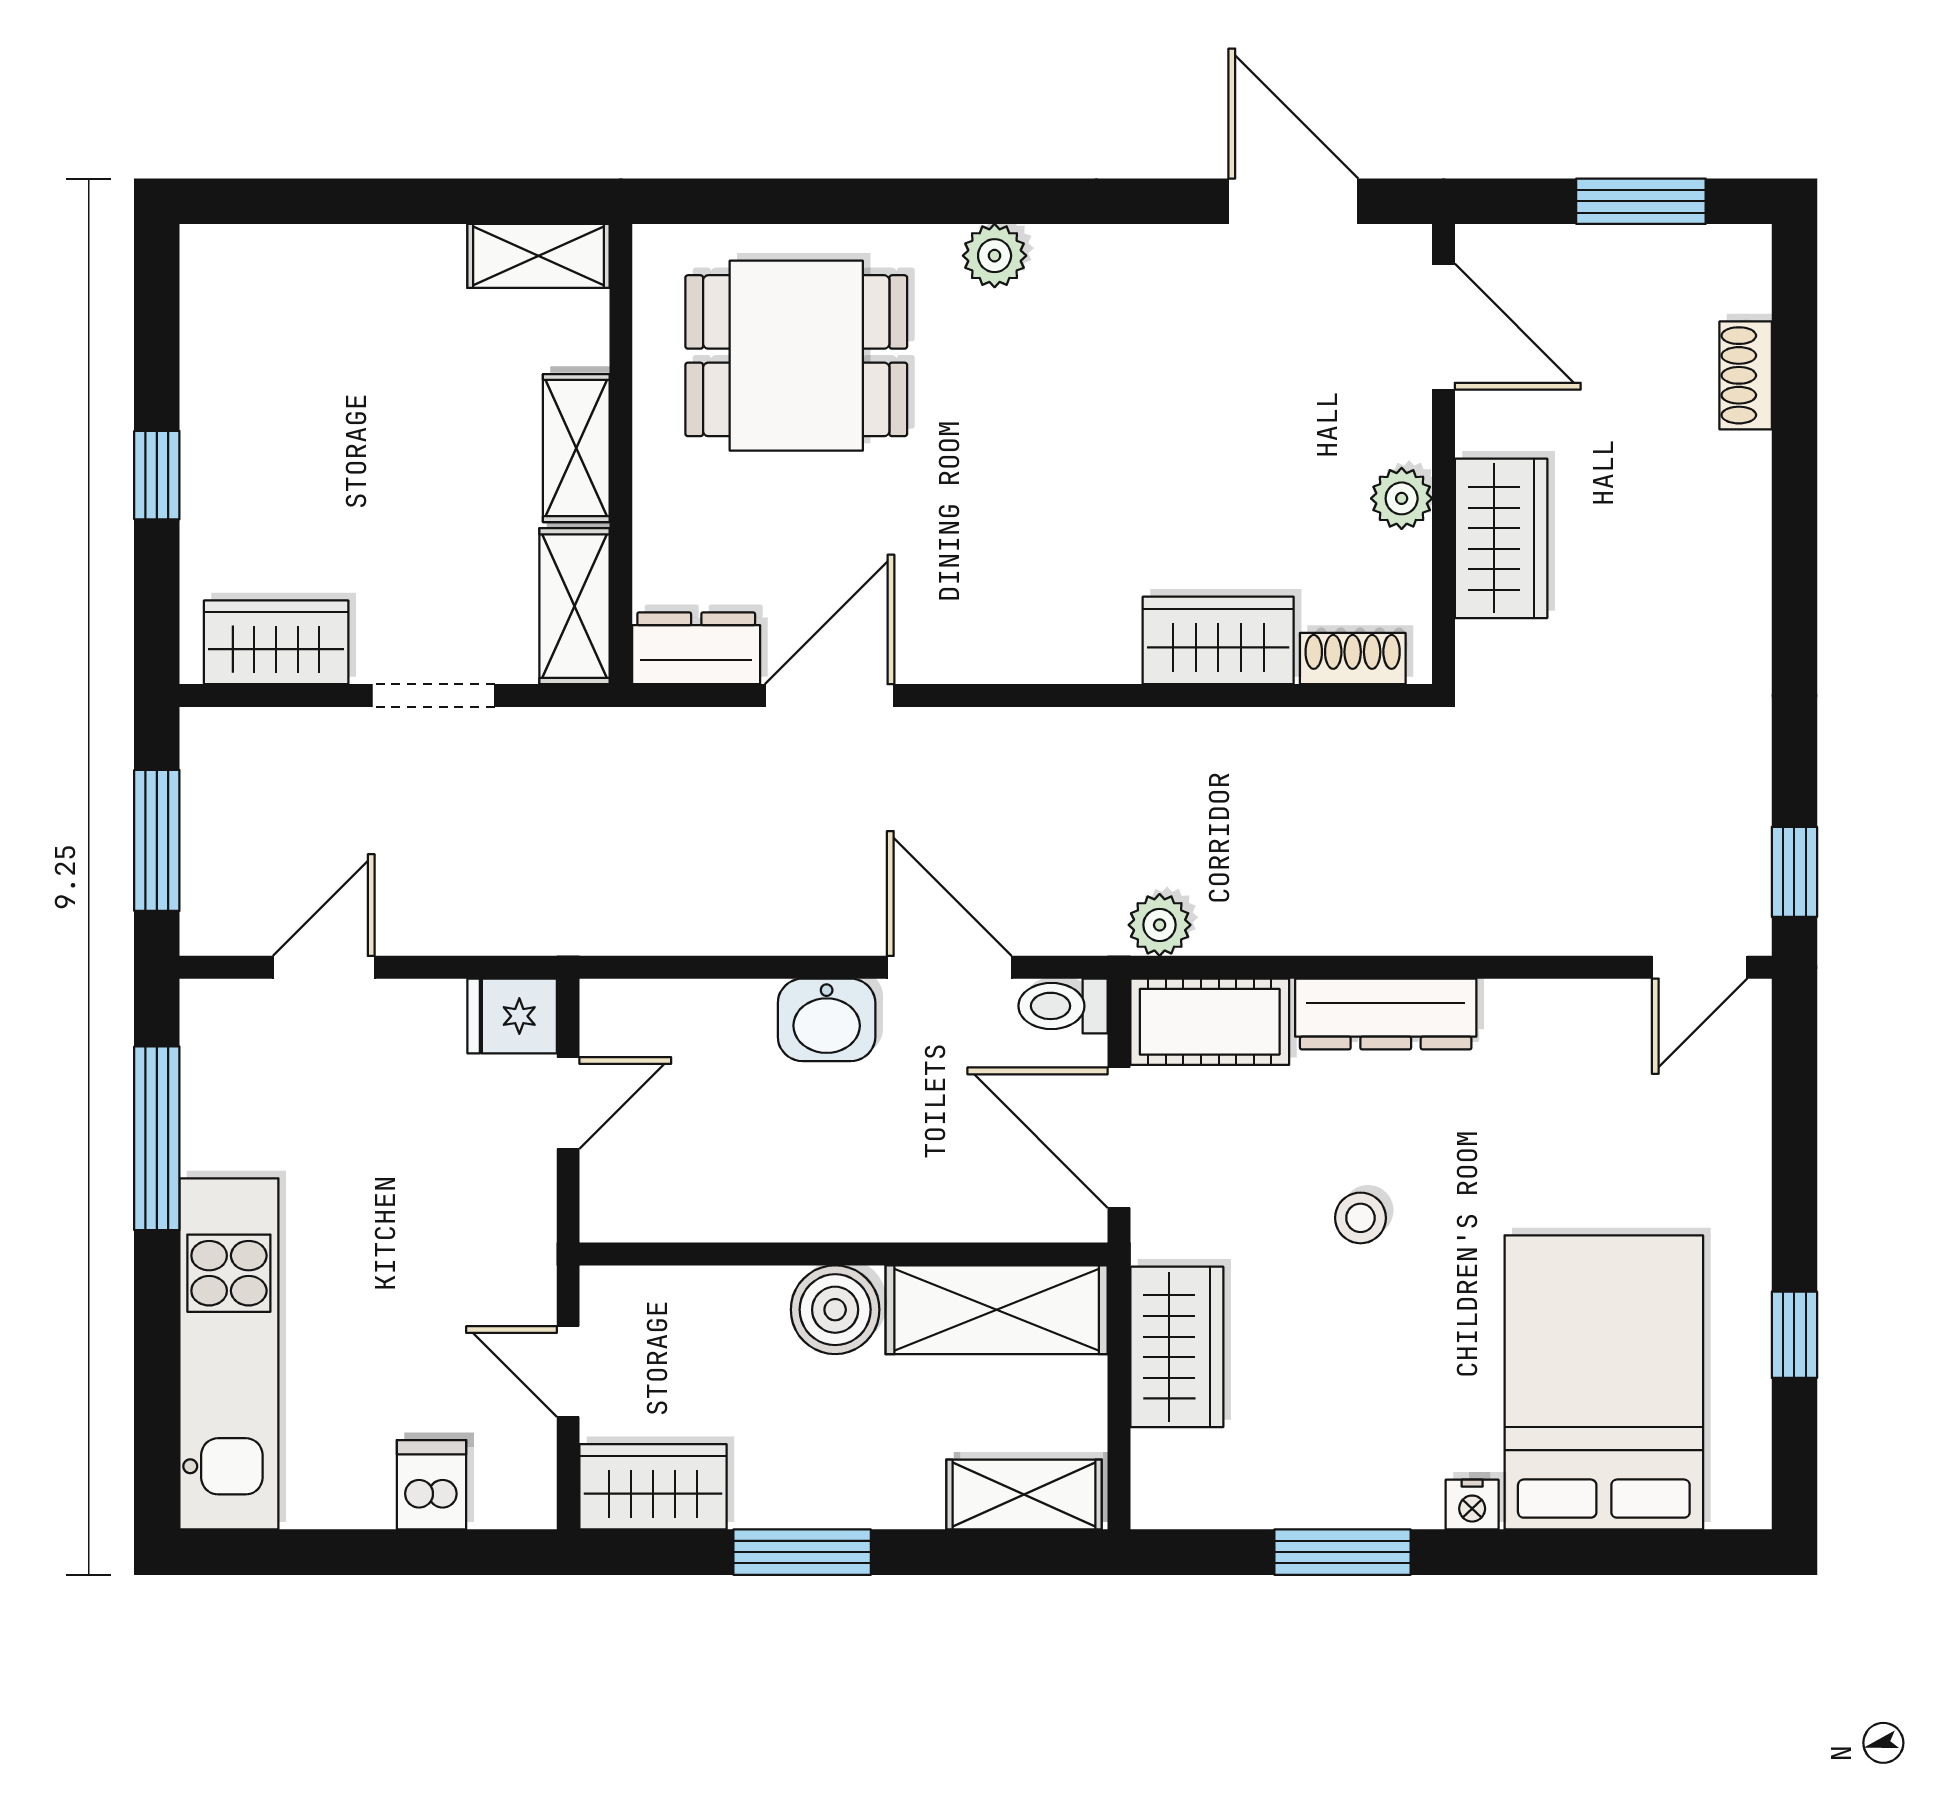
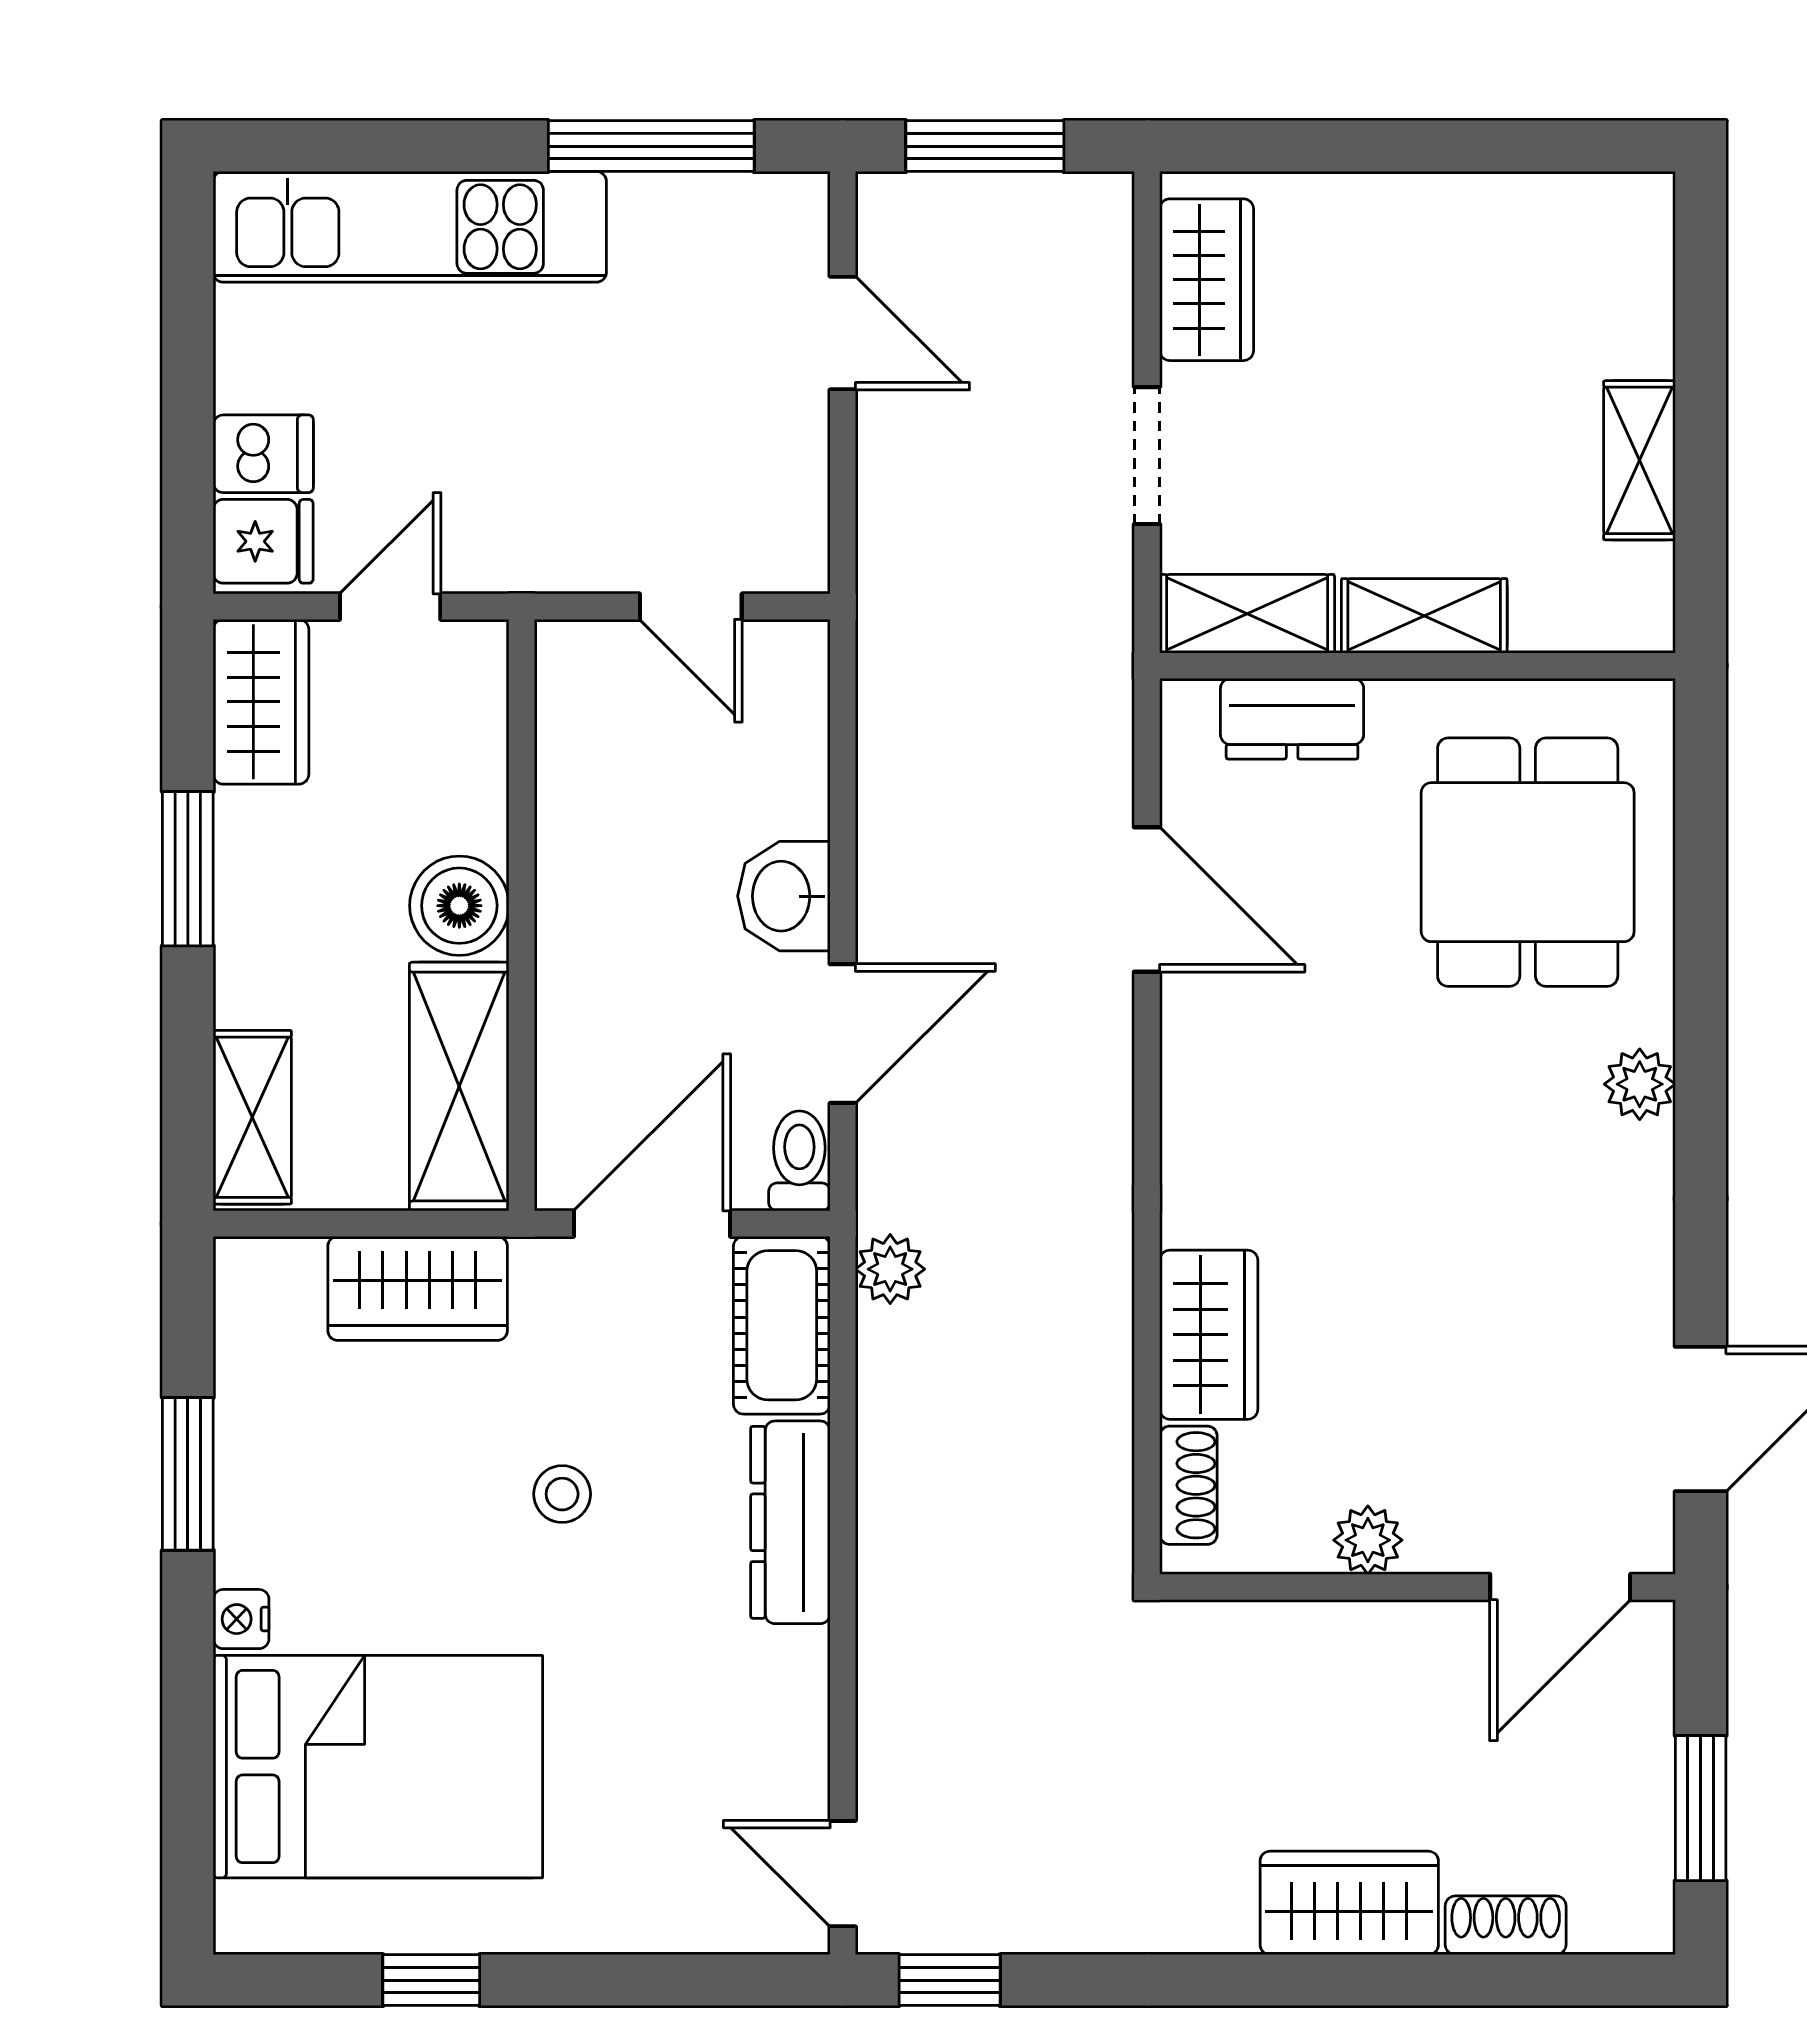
shelving: (538, 256) -> (1639, 460), moved
window: (157, 475) -> (1394, 146), removed
wardrobe: (1501, 538) -> (1349, 1903), moved, turned 180
dresser: (696, 648) -> (1292, 719), moved, turned 90
fridge: (512, 1016) -> (263, 541), moved, turned 90

